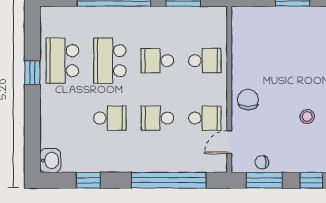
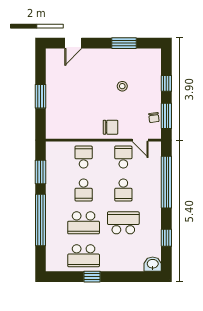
chair: (248, 100) -> (111, 127), turned 180
school desk: (110, 118) -> (123, 223), width x1.85

